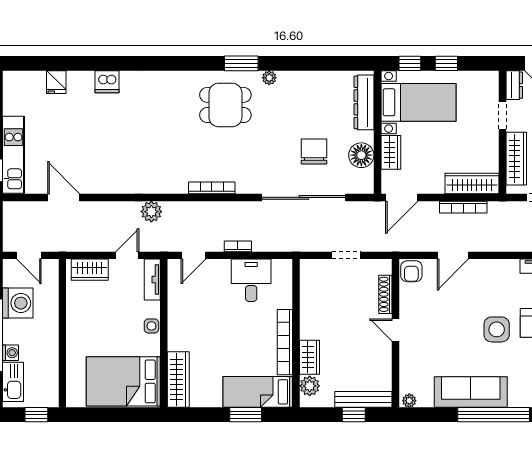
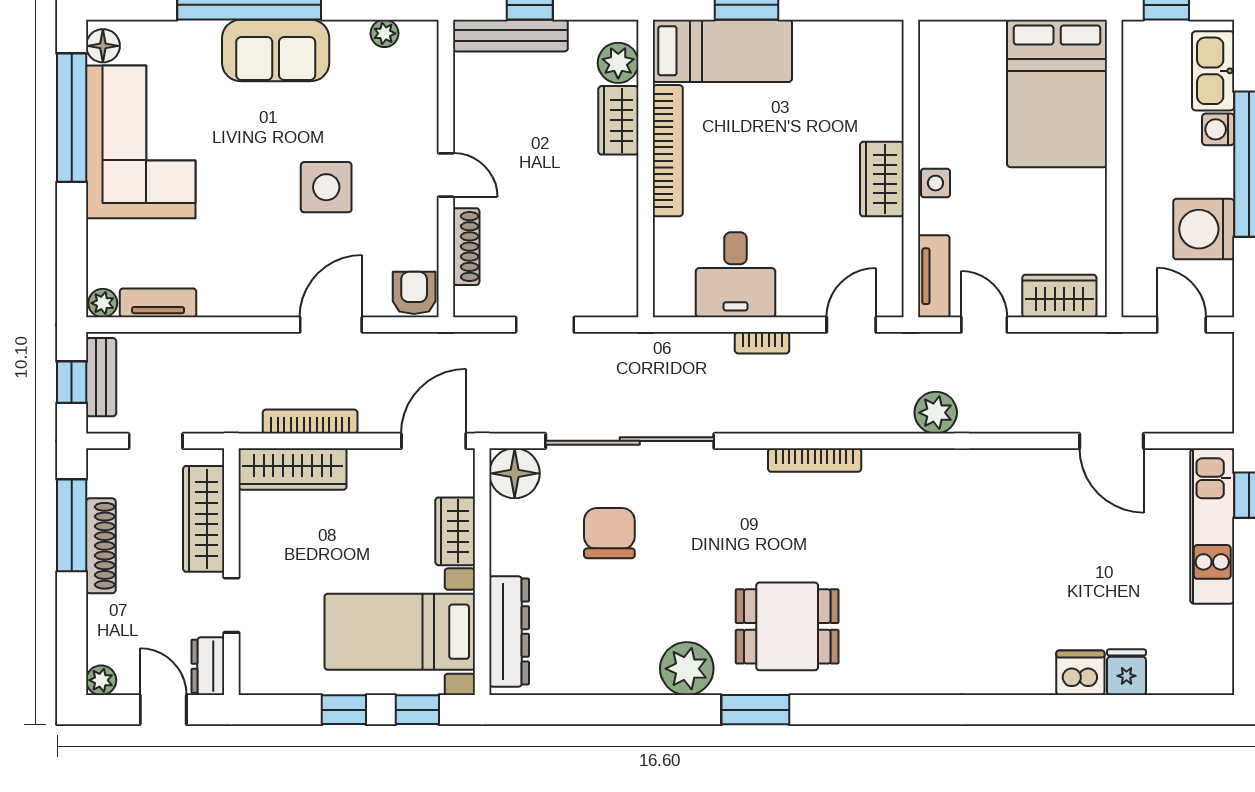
plant: (269, 78) -> (687, 669), width x1.87, depth x1.87
dishwasher: (107, 82) -> (1080, 673), moved
chair: (314, 151) -> (609, 533), turned 180
floor lamp: (361, 155) -> (515, 473), moved
door: (127, 255) -> (984, 325), swing flipped
side table: (497, 329) -> (326, 187), moved
wardrobe: (178, 380) -> (882, 179), moved, width x0.67
bed: (123, 381) -> (1057, 93), moved, turned 90
sofa: (471, 392) -> (276, 50), width x0.73
plant: (409, 401) -> (384, 33), moved

